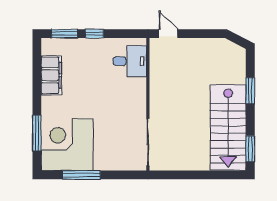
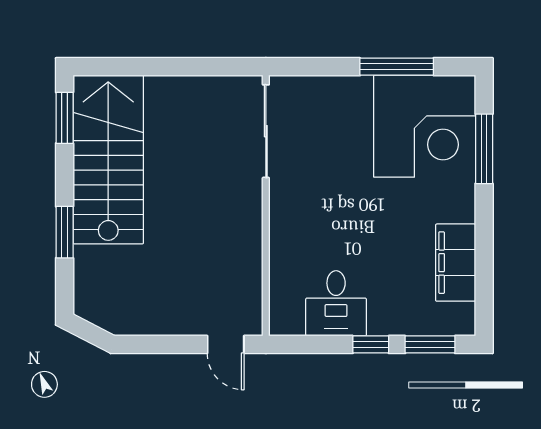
desk: (130, 61) -> (336, 303), moved, turned -90

